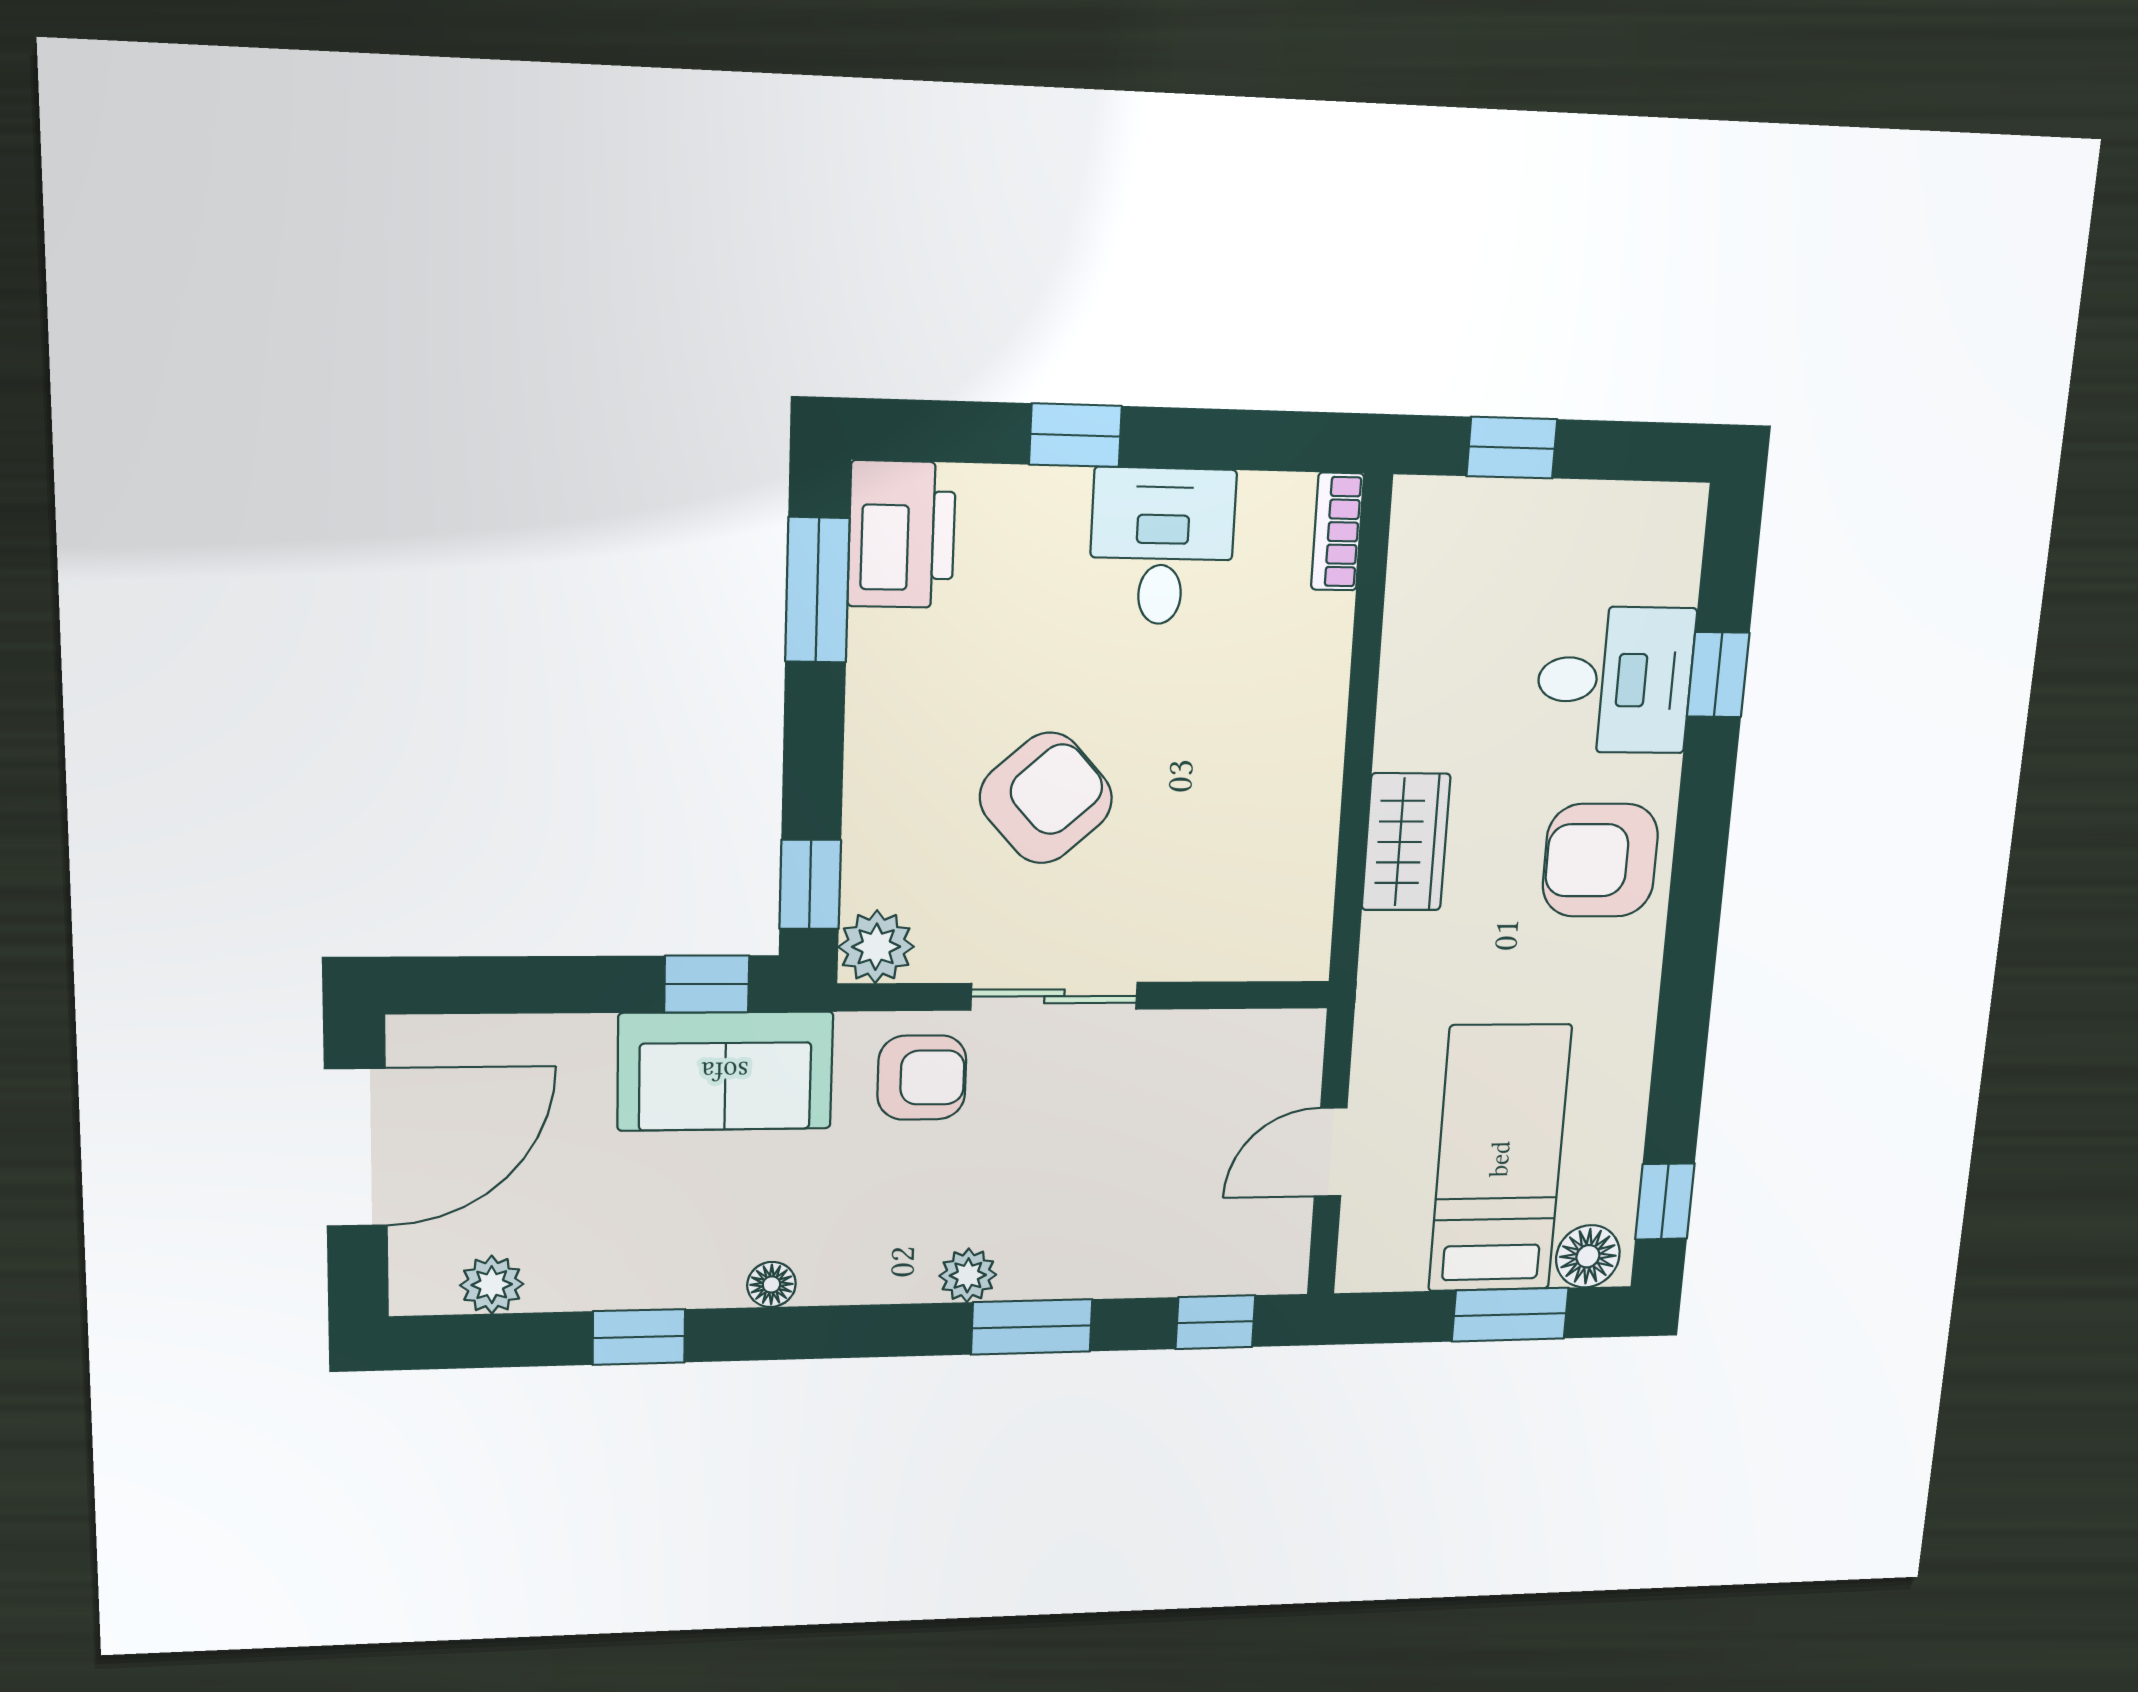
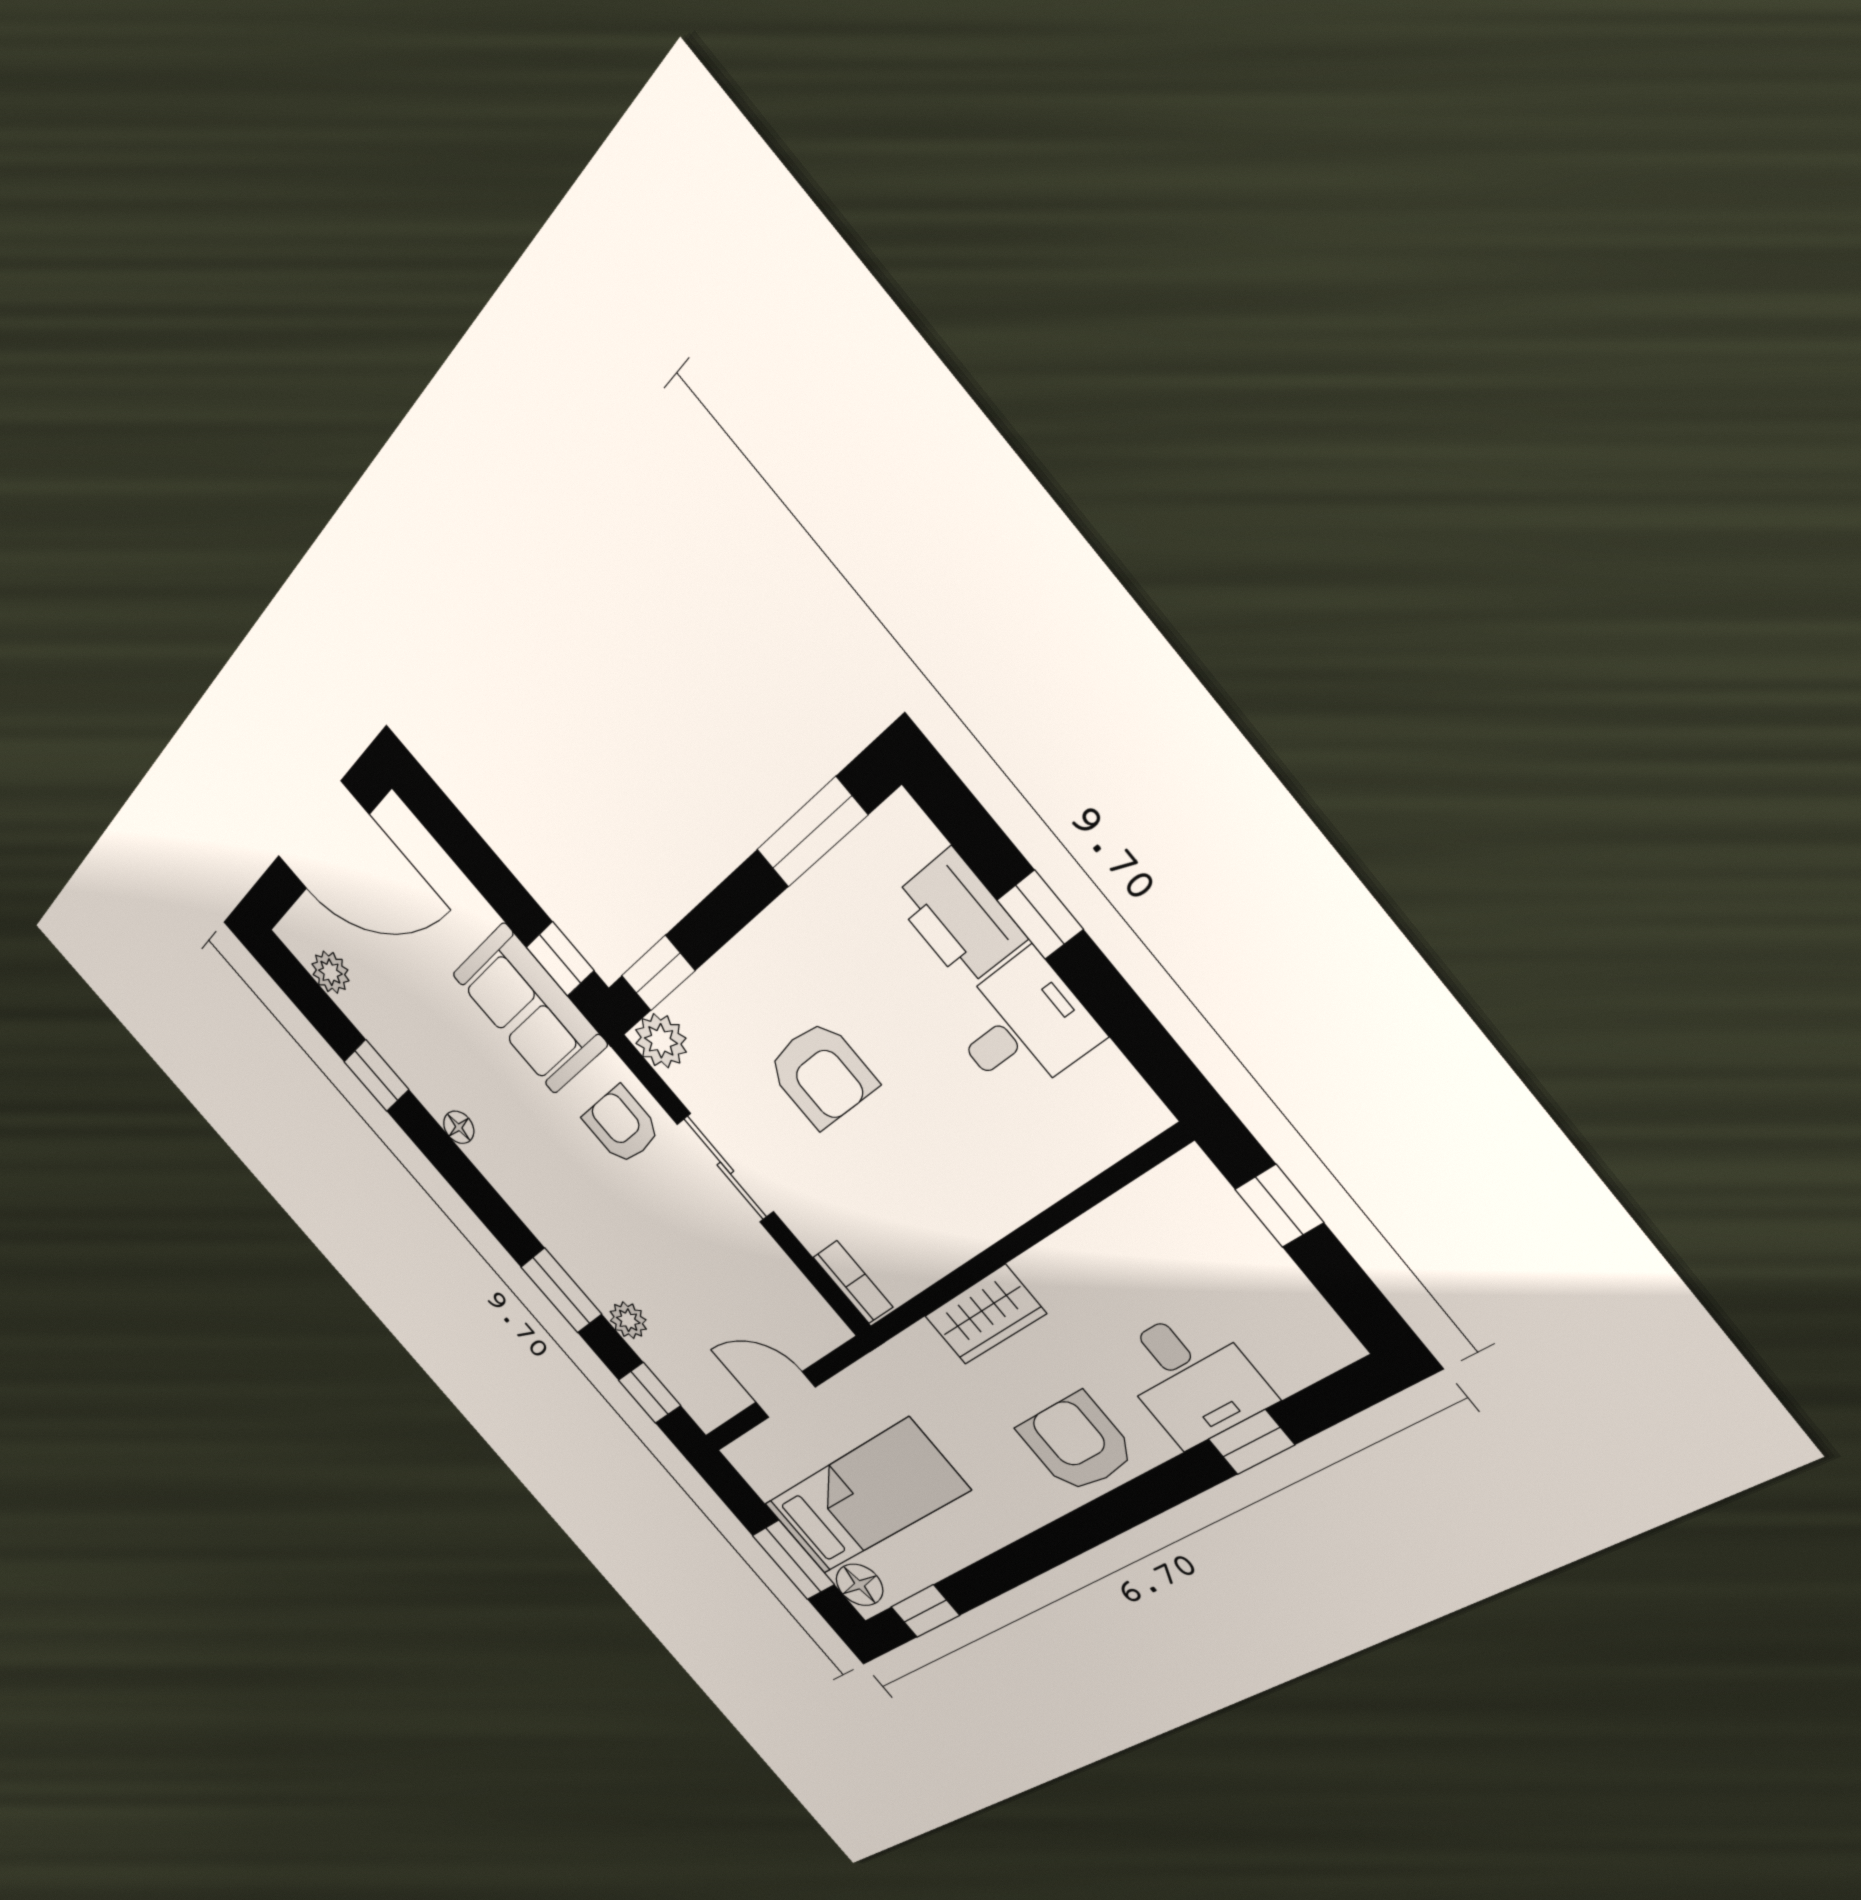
bookcase: (1338, 532) -> (853, 1282), moved, turned 90
printer: (902, 535) -> (959, 918), moved, turned 90
armchair: (1046, 798) -> (821, 1074), turned 42
armchair: (922, 1078) -> (622, 1125), turned 180
plant: (968, 1275) -> (628, 1320), moved

